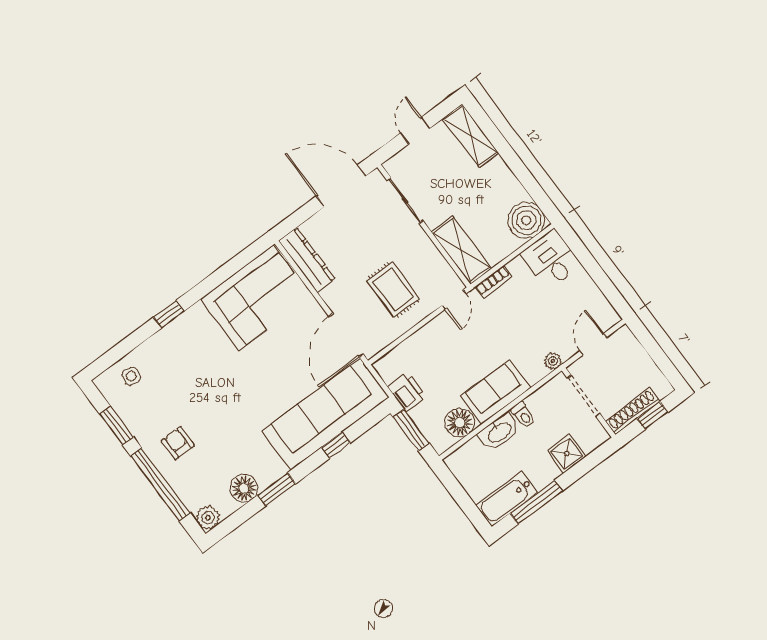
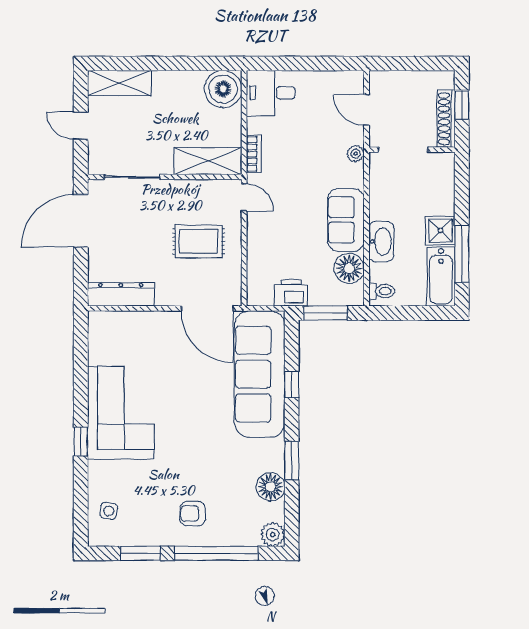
corner sofa: (256, 298) -> (121, 413), moved
toilet: (523, 415) -> (382, 291), moved
shower: (567, 454) -> (440, 231), moved

